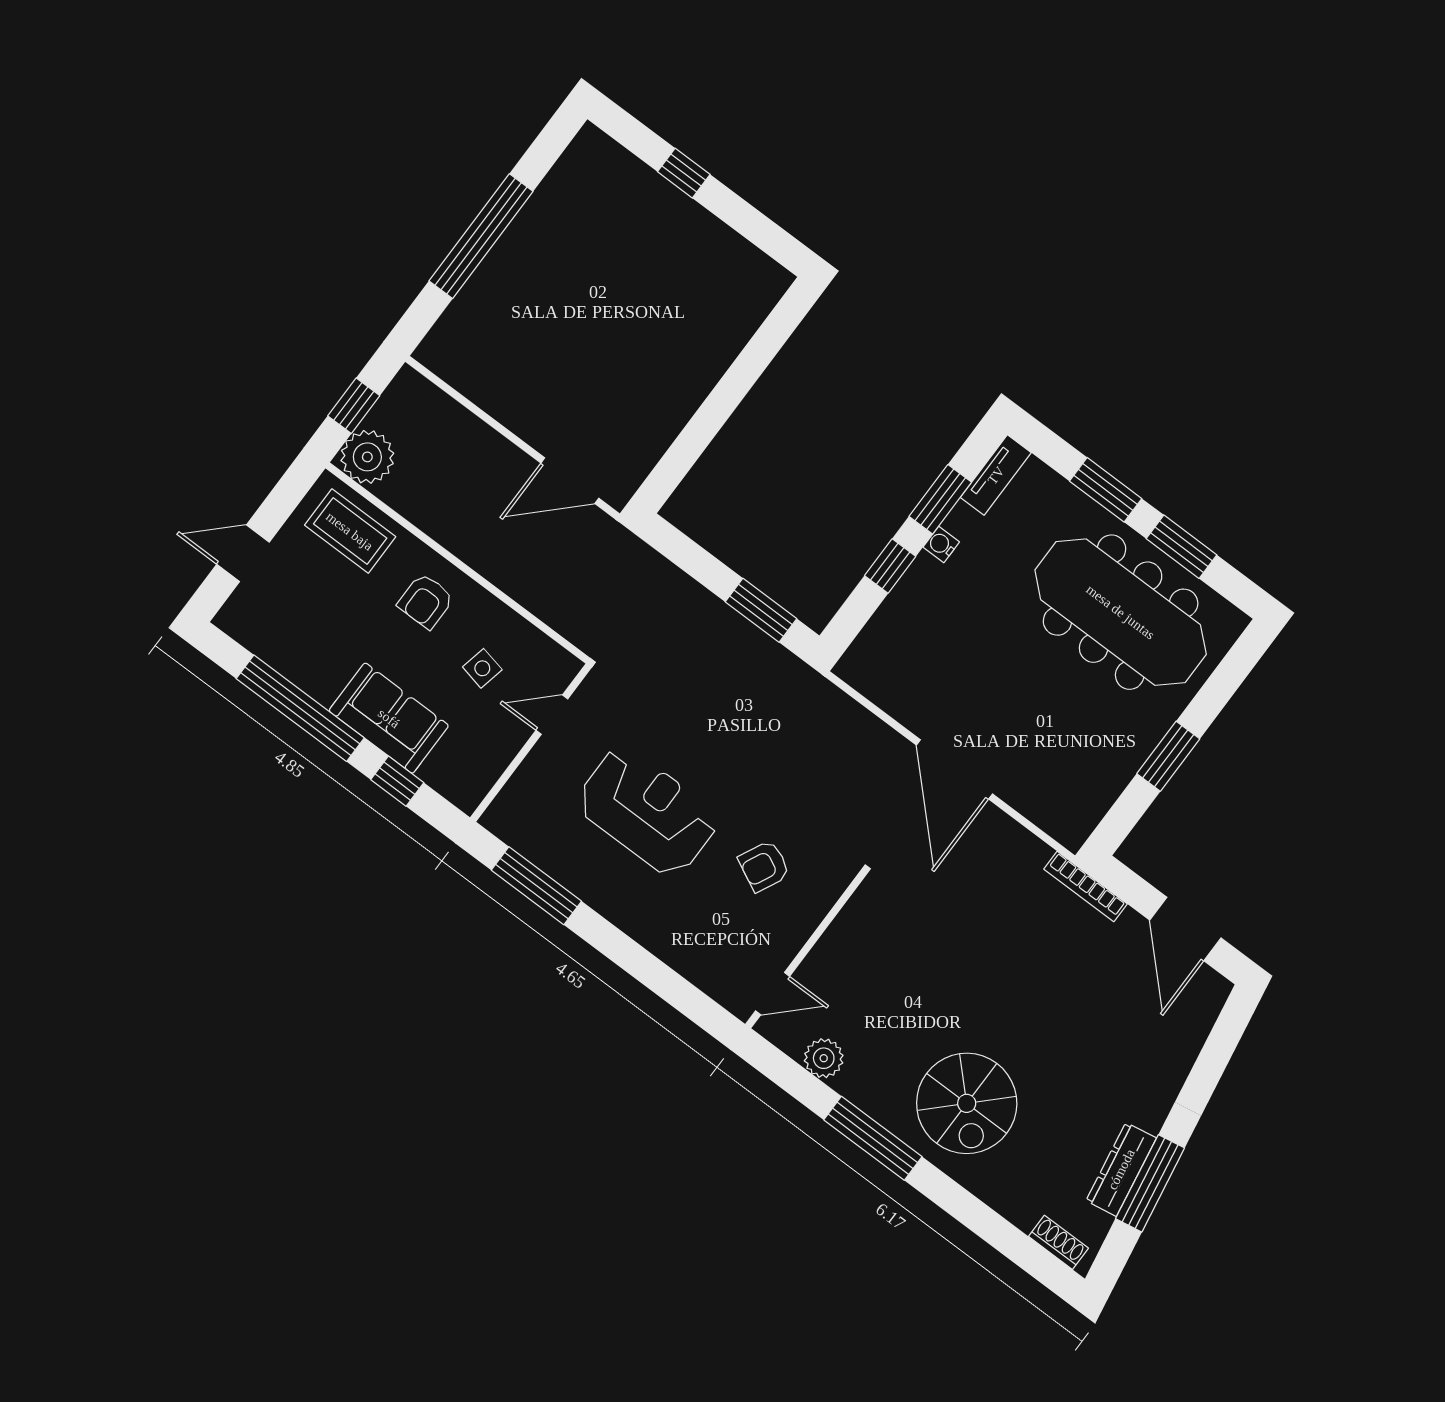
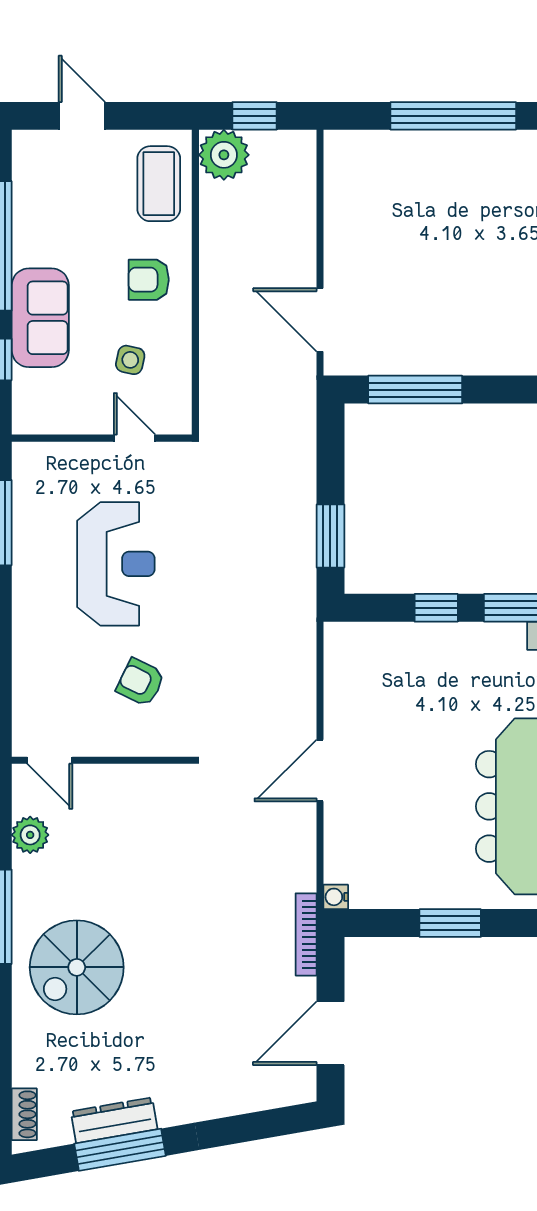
window: (690, 444) -> (415, 390), added
water cooler: (941, 545) -> (336, 897), moved, turned -90
door: (955, 769) -> (320, 770), width x0.73

